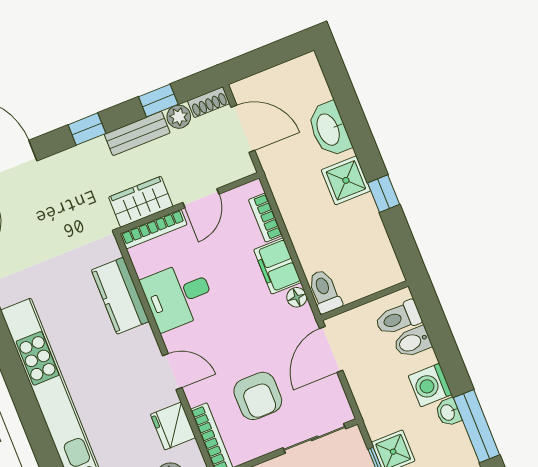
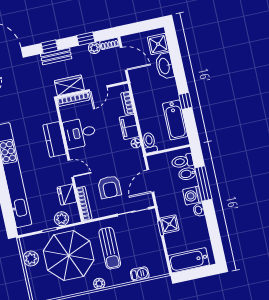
bench: (137, 133) -> (56, 56), moved
shower: (346, 180) -> (158, 44), moved
bathtub: (369, 236) -> (175, 120), added
kitchen counter: (120, 296) -> (55, 139), moved
door: (331, 349) -> (150, 181), moved
window: (477, 426) -> (203, 183), moved

